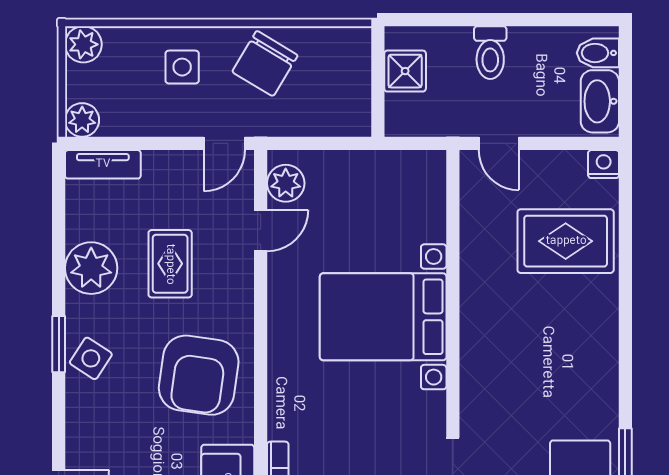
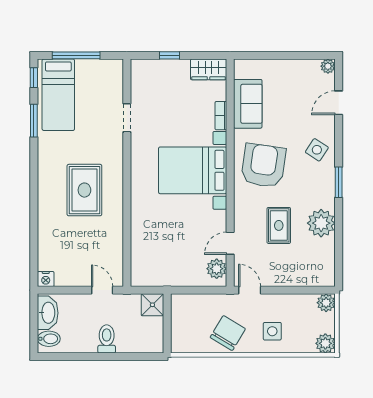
shower: (405, 71) -> (152, 305), moved
door: (224, 143) -> (250, 290), hinge flipped
tv unit: (103, 164) -> (315, 279), removed
rug: (566, 241) -> (84, 190), moved, turned 90
bed with nightstands: (383, 317) -> (193, 170), moved, turned 180
side table: (91, 358) -> (317, 150), moved

